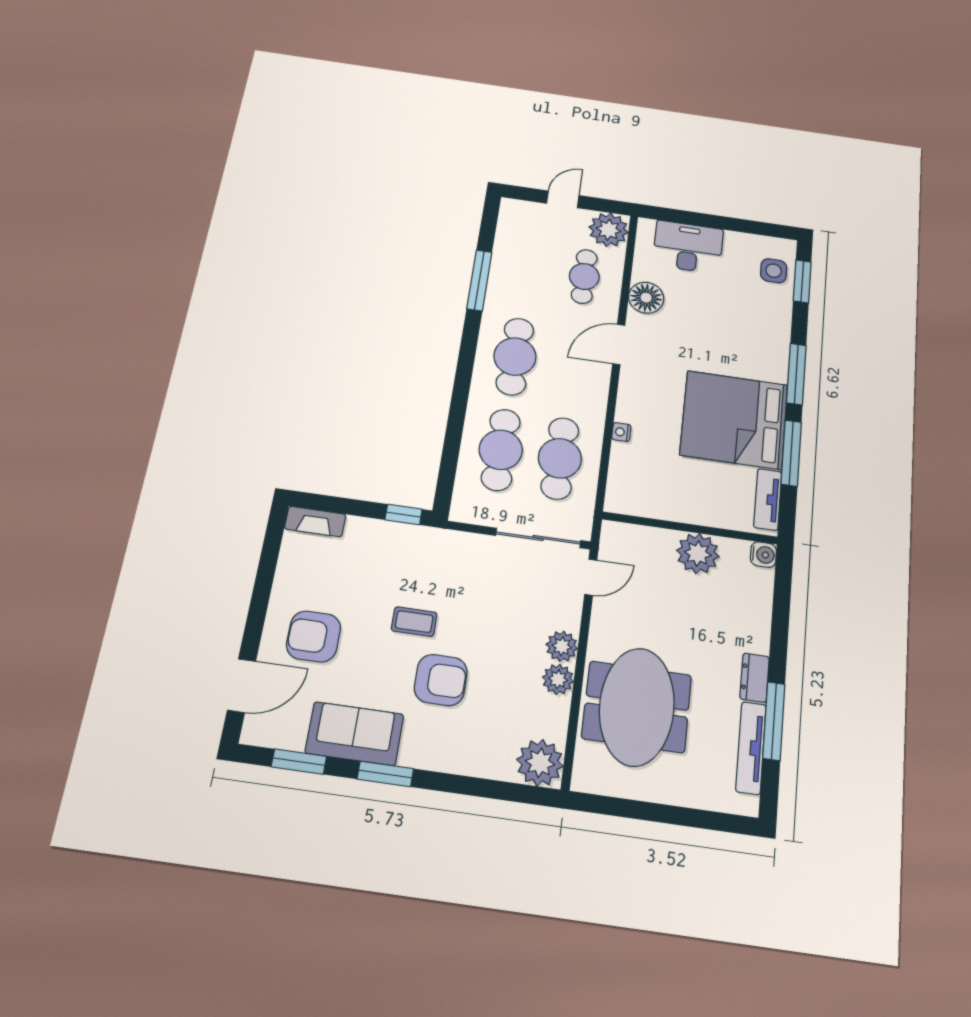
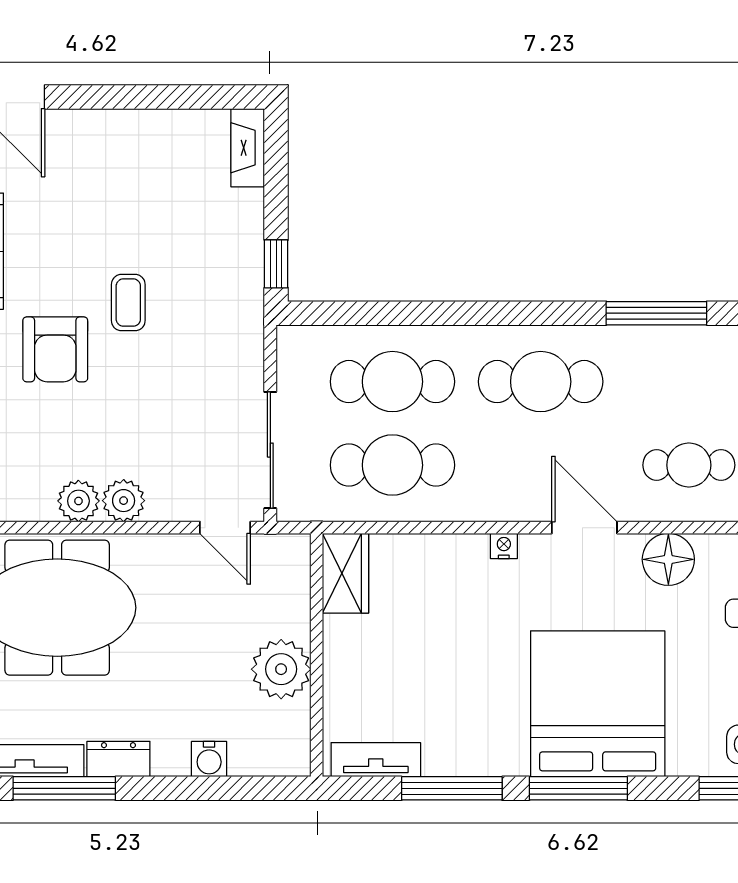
bed: (734, 420) -> (598, 704), moved
nightstand: (621, 432) -> (504, 546), moved
wardrobe: (633, 500) -> (346, 573), added
water cooler: (763, 555) -> (209, 759), moved
armchair: (314, 636) -> (89, 176), removed

